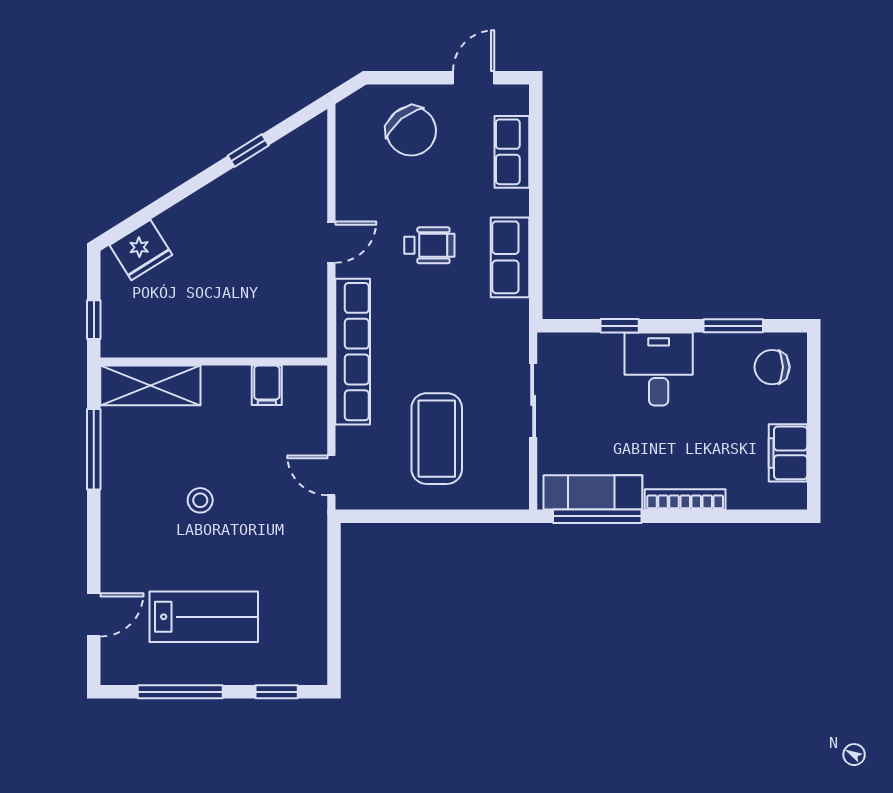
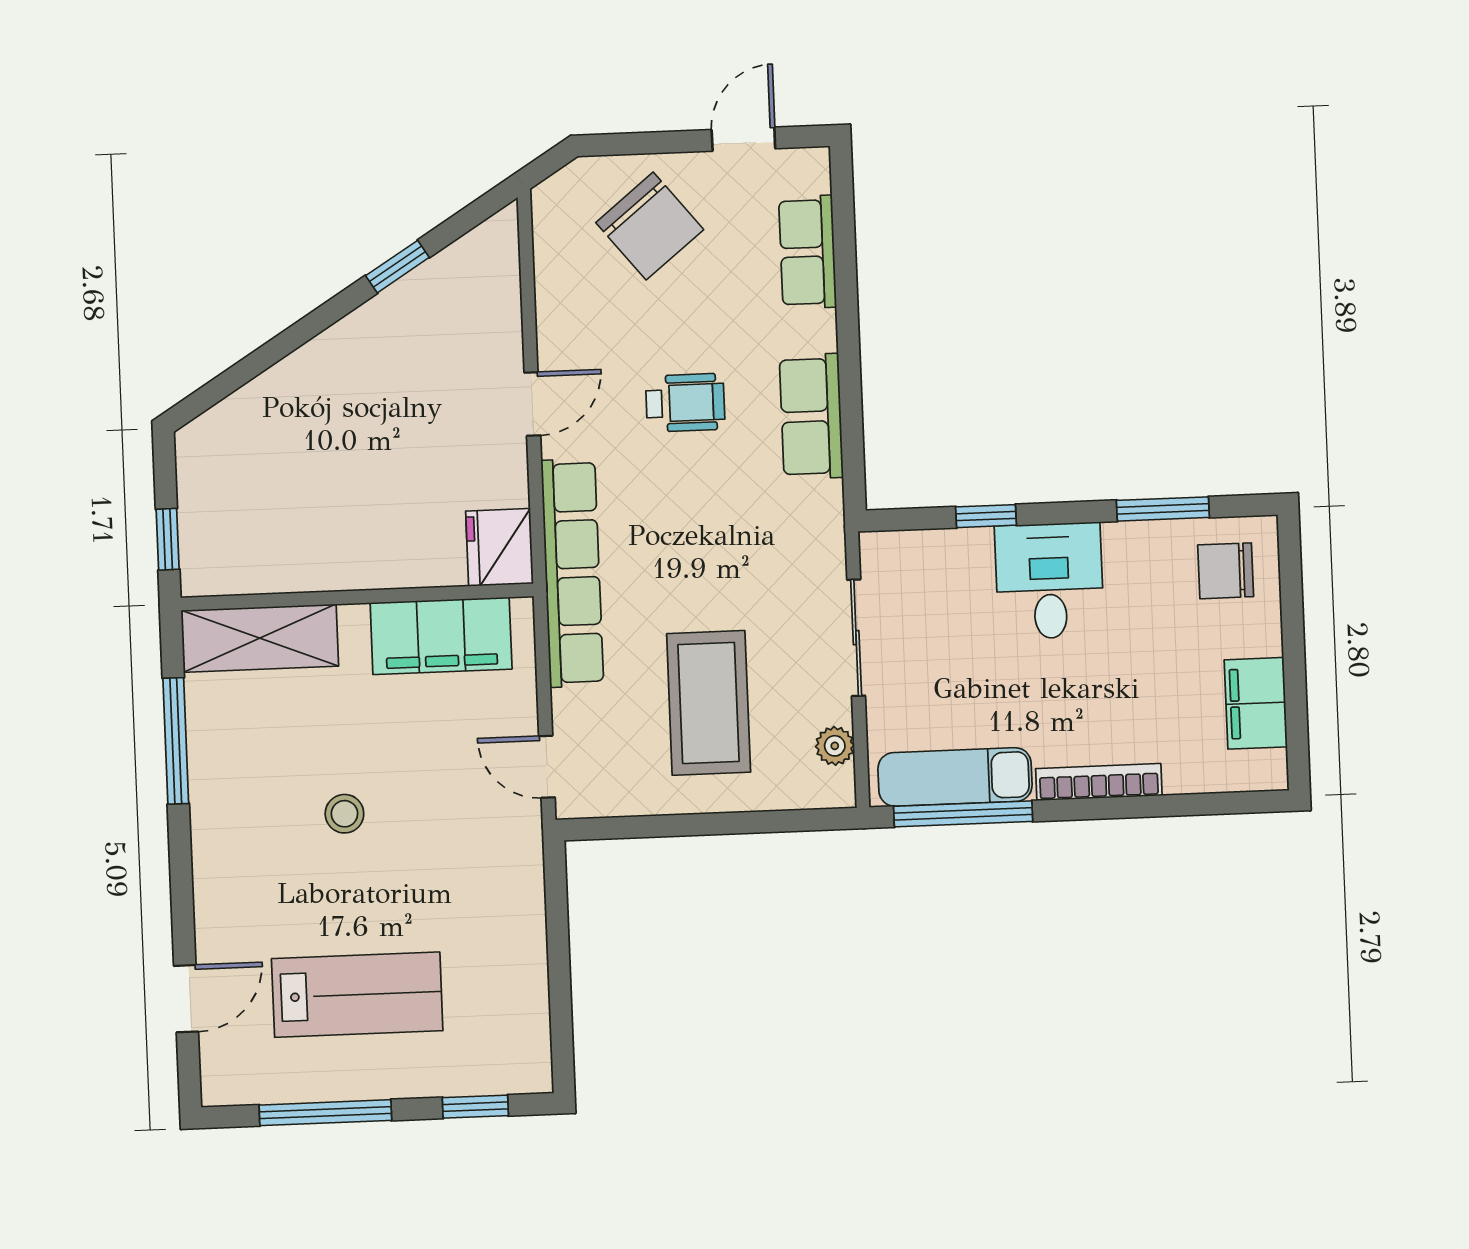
fridge: (141, 250) -> (499, 547), moved, turned 122
filing cabinet: (267, 385) -> (441, 636), width x3.00, depth x1.17
plant: (517, 469) -> (835, 746), added

